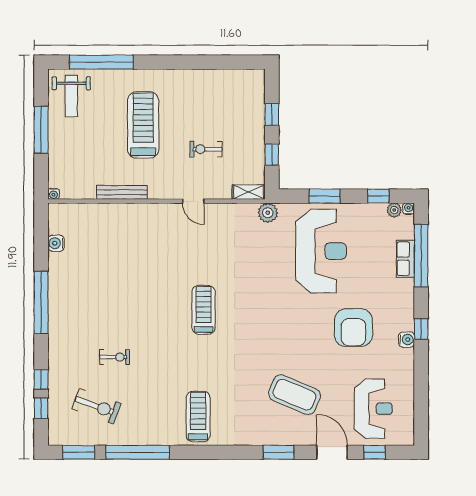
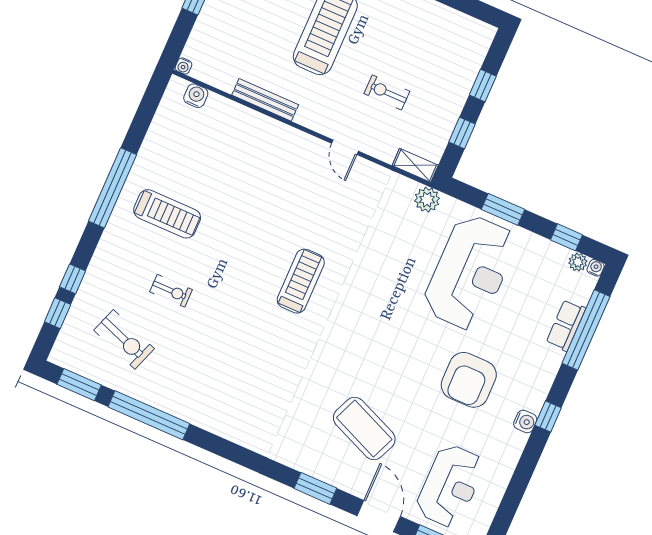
water cooler: (56, 243) -> (196, 96), moved, turned 90
treadmill: (198, 417) -> (167, 214), moved, turned 90

